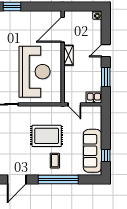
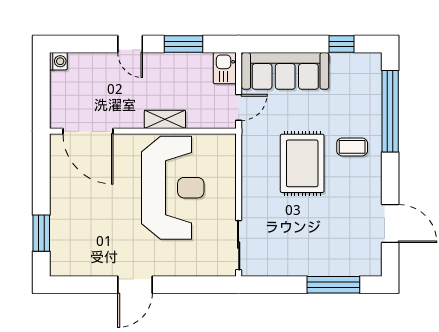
shelving: (68, 55) -> (165, 119), moved
reception desk: (35, 72) -> (173, 188), turned 90
sofa: (92, 151) -> (285, 71), moved
window: (58, 180) -> (390, 111), moved

